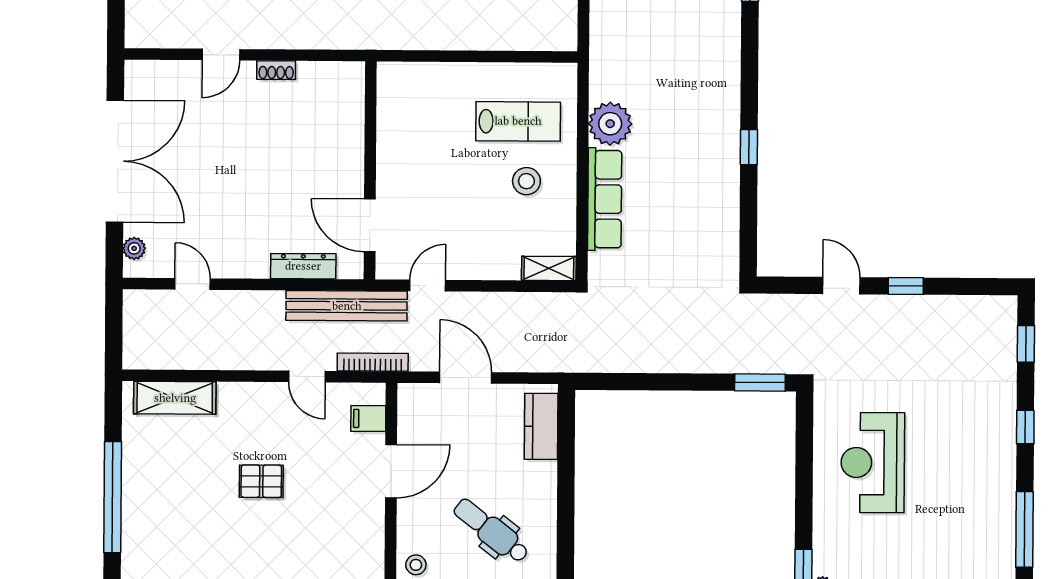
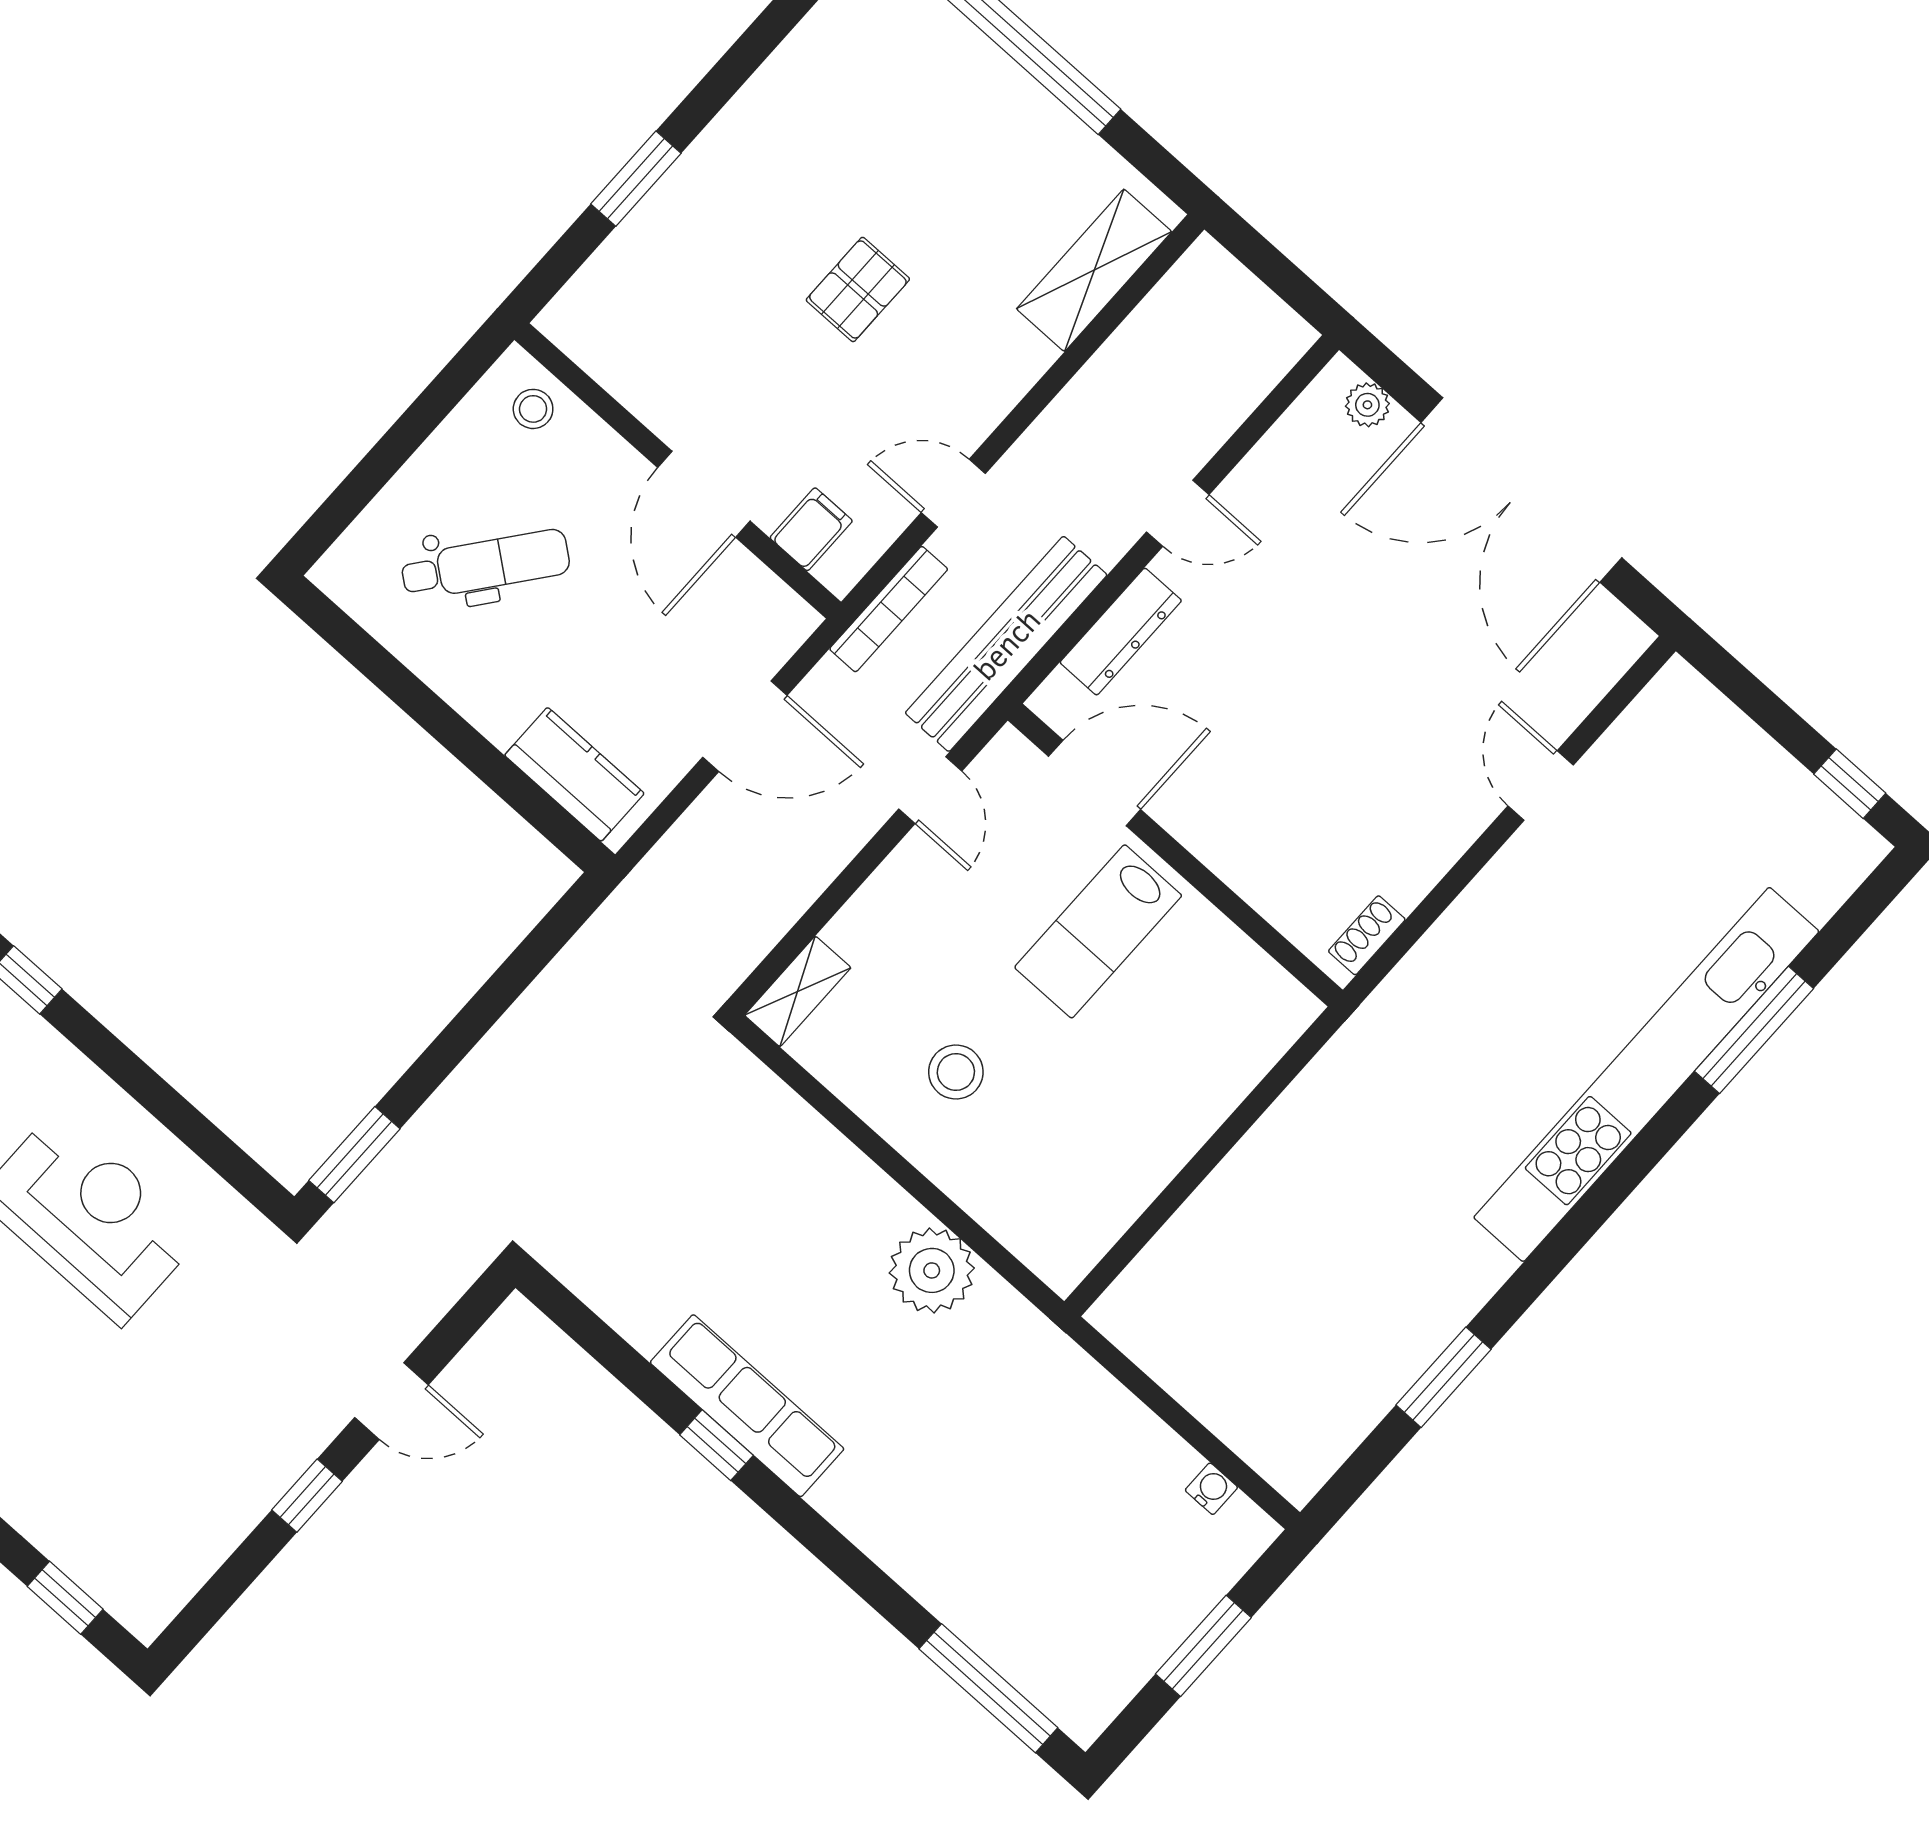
shoe rack: (276, 70) -> (1367, 935), moved
lab bench: (518, 121) -> (1098, 931), moved
row of seats: (605, 199) -> (747, 1406), moved, turned 180
door: (193, 284) -> (1178, 513), moved

